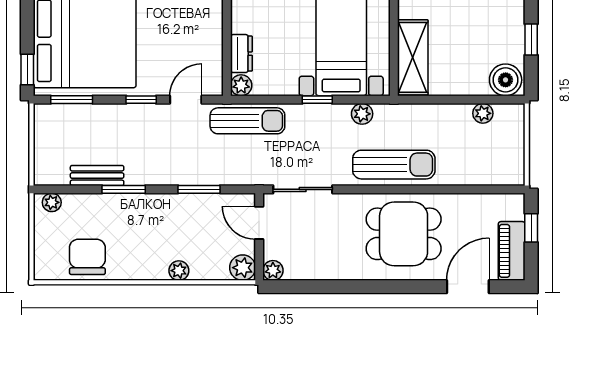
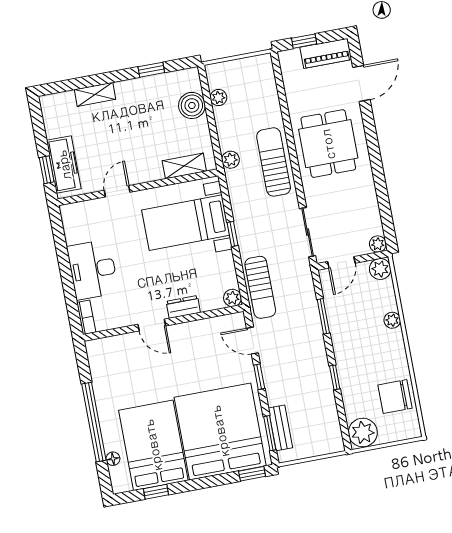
dresser: (241, 54) -> (183, 307), moved
shelving: (413, 57) -> (184, 166), width x0.67, depth x0.75
boiler: (506, 80) -> (192, 105), moved
plant: (362, 114) -> (231, 160), moved
sun lounger: (247, 121) -> (260, 287), turned 180
bench: (97, 176) -> (280, 428), moved
window: (124, 189) -> (335, 377), width x0.67
plant: (52, 202) -> (363, 432), width x1.88, depth x1.88
door: (468, 287) -> (361, 83), swing flipped

